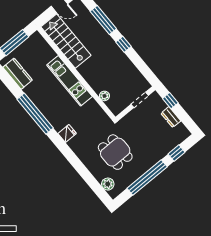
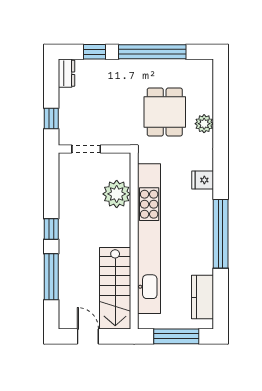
kitchen unit: (70, 81) -> (149, 239), width x1.86
plant: (104, 96) -> (117, 194), width x1.88, depth x1.88
dresser: (171, 117) -> (67, 73), moved
plant: (108, 184) -> (204, 124), moved

